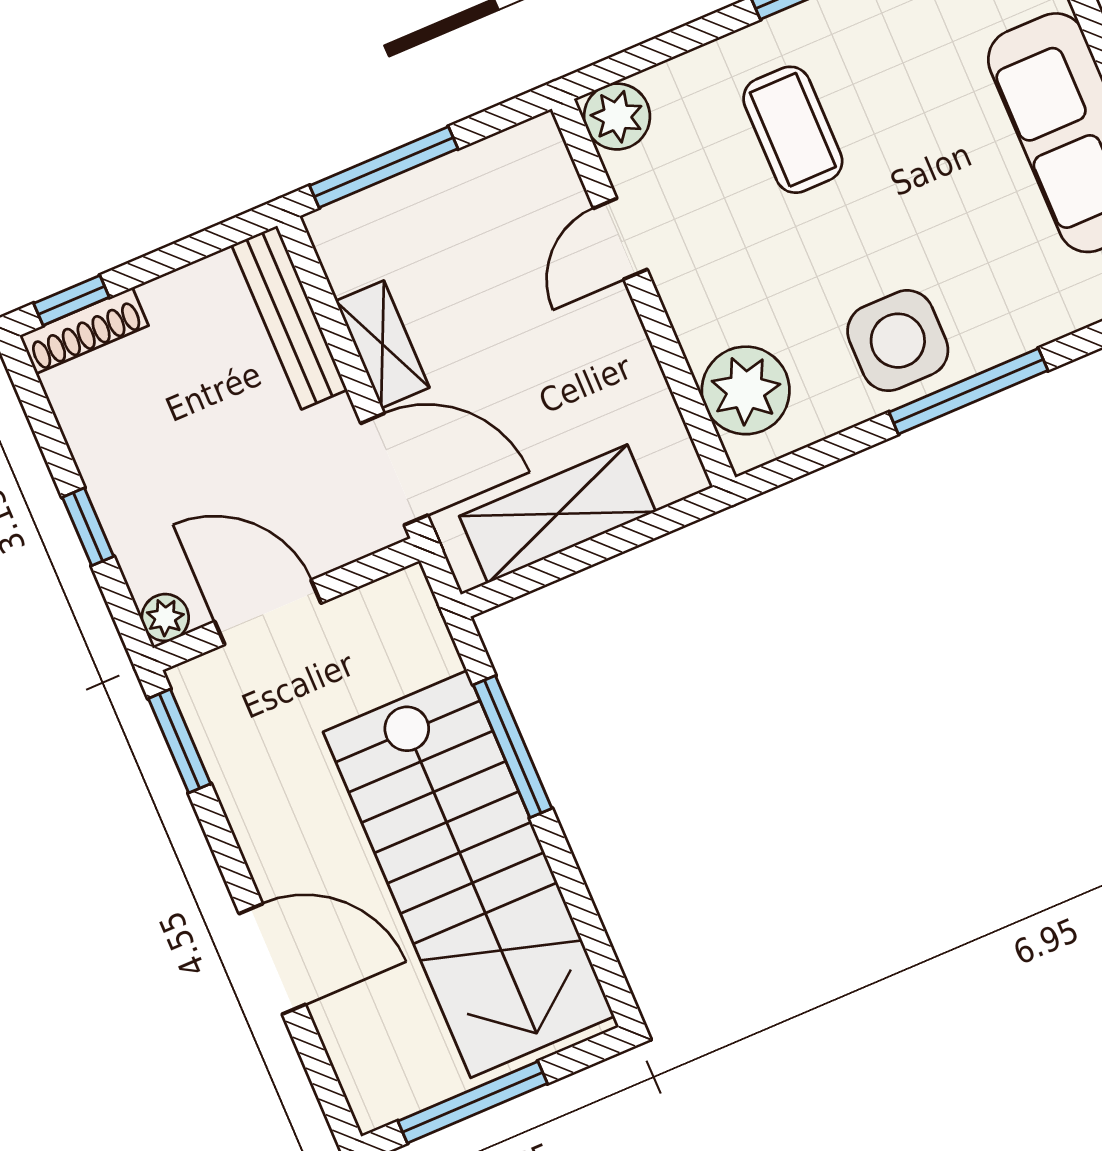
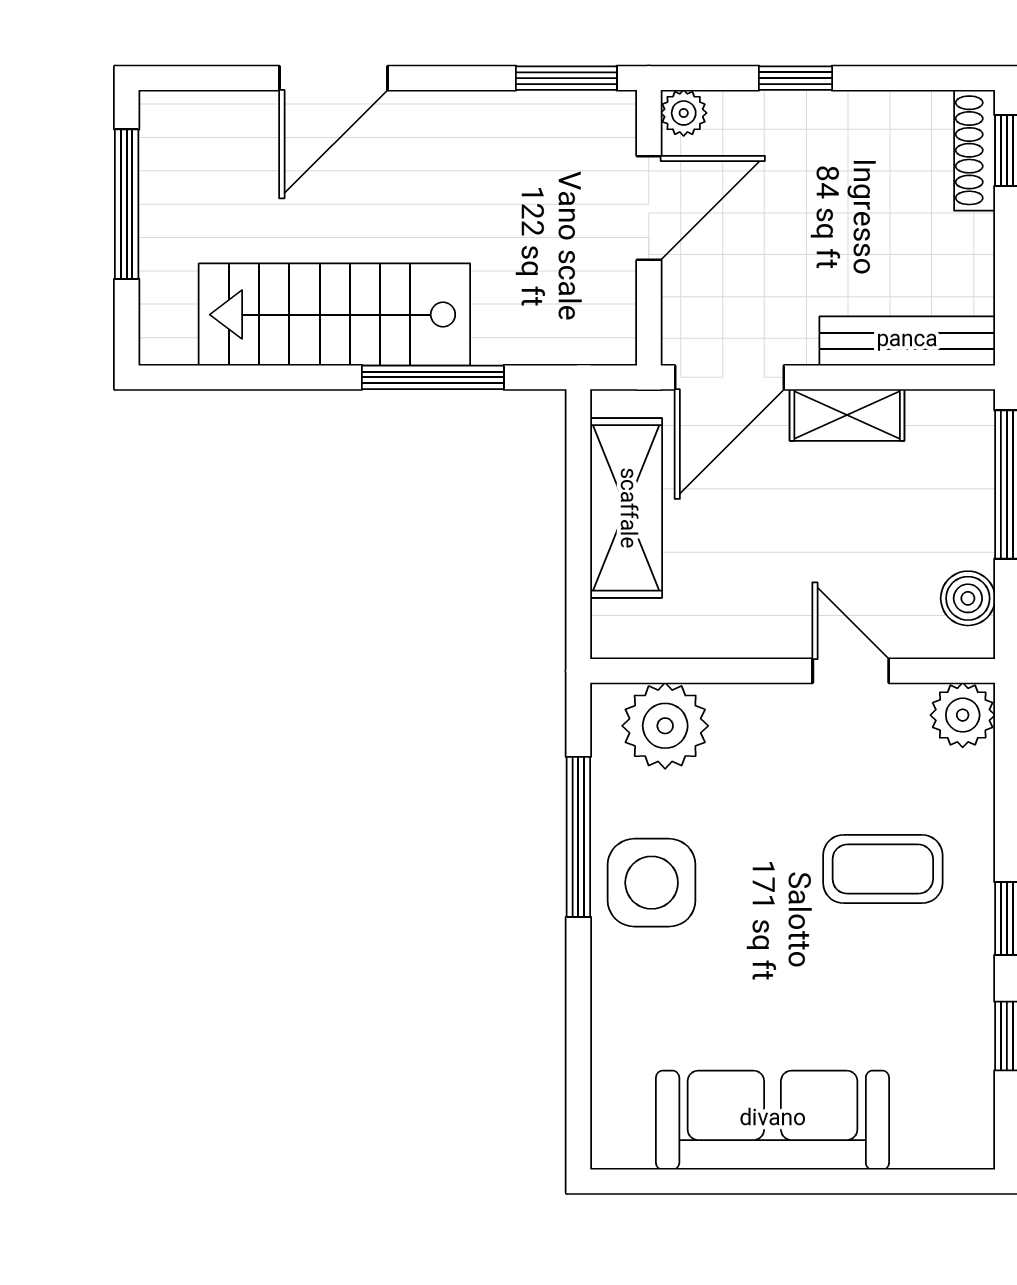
boiler: (506, 158) -> (968, 598), added
window: (968, 391) -> (578, 837), moved
stairs: (469, 874) -> (334, 315), width x0.73, depth x0.66

